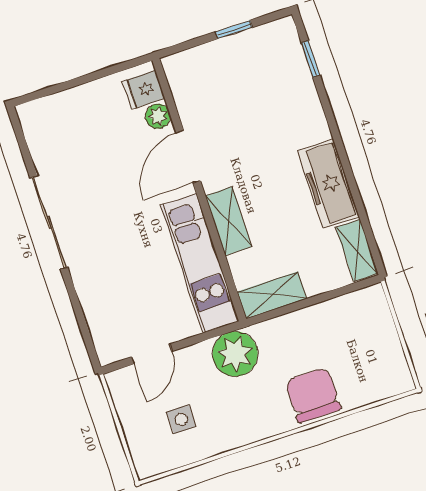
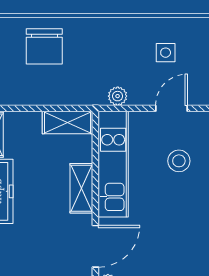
stool: (122, 294) -> (179, 161), added
plant: (235, 354) -> (118, 96), width x0.53, depth x0.53
chair: (313, 395) -> (44, 46), moved

